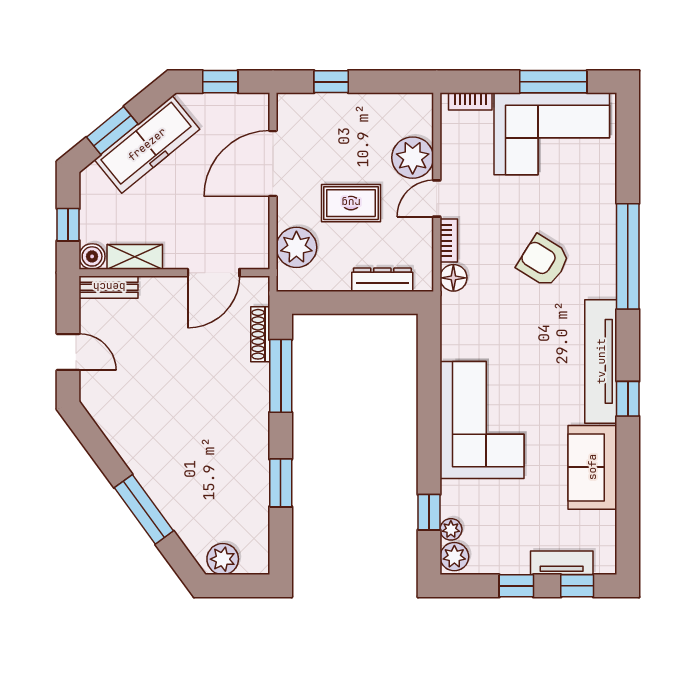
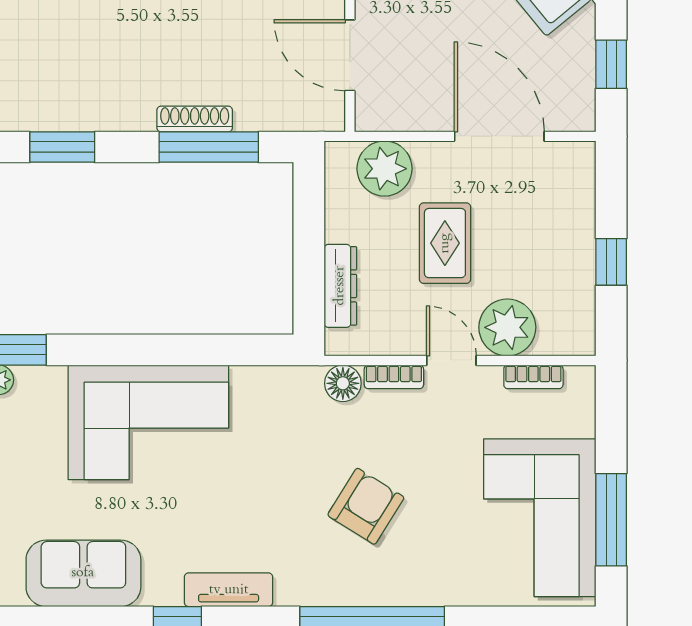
window: (331, 82) -> (611, 262), moved
bookcase: (470, 101) -> (533, 377), moved, turned -90
shoe rack: (260, 334) -> (195, 119), moved
tv unit: (601, 361) -> (229, 590), width x0.52, depth x0.78

